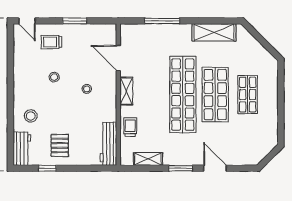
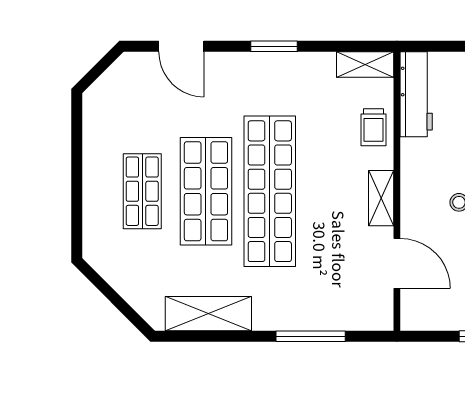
shelving: (148, 159) -> (365, 64), moved
door: (215, 168) -> (181, 46), moved

